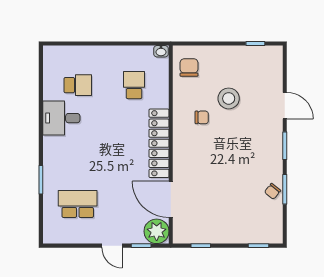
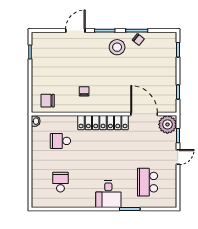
stool: (229, 98) -> (117, 47), moved
desk: (61, 118) -> (108, 194), moved
door: (171, 199) -> (144, 114), swing flipped

